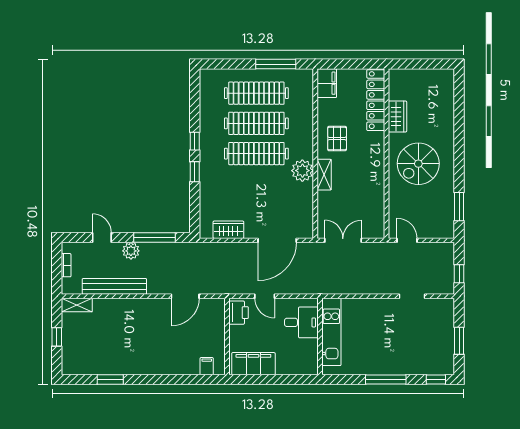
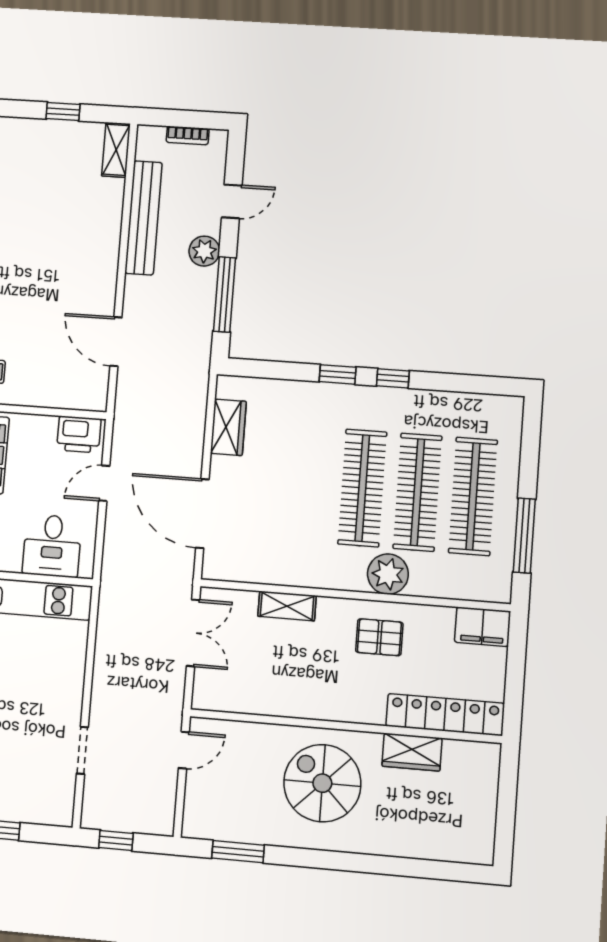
plant: (302, 171) -> (388, 574), moved
shelving: (324, 175) -> (287, 606), moved

